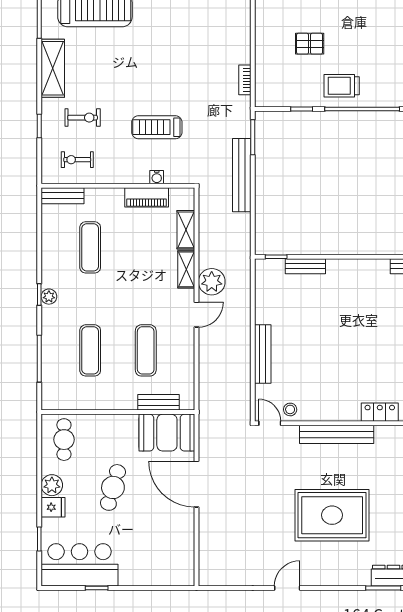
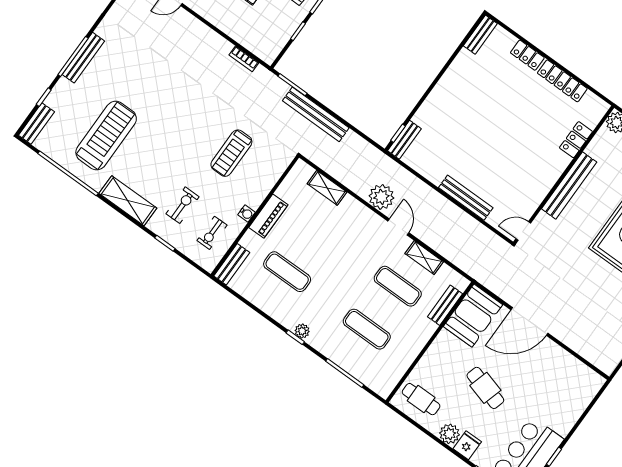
water cooler: (157, 177) -> (246, 214), moved
piano: (147, 197) -> (268, 216), moved
bench: (305, 266) -> (404, 140), moved
shelving: (186, 269) -> (424, 258), moved
stool: (290, 409) -> (524, 208), removed

